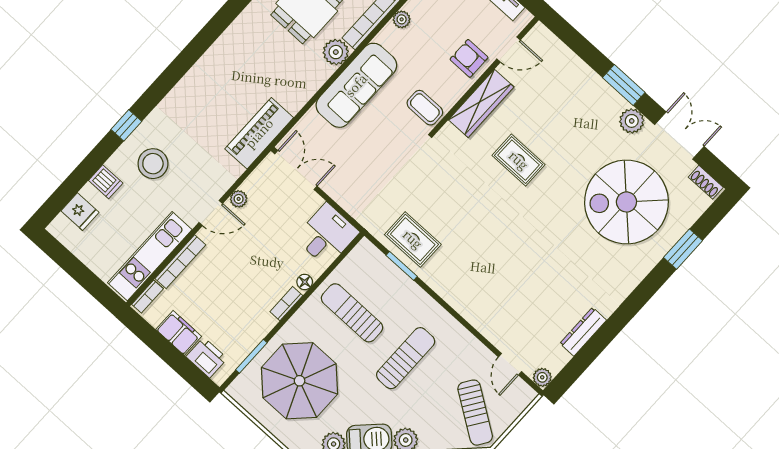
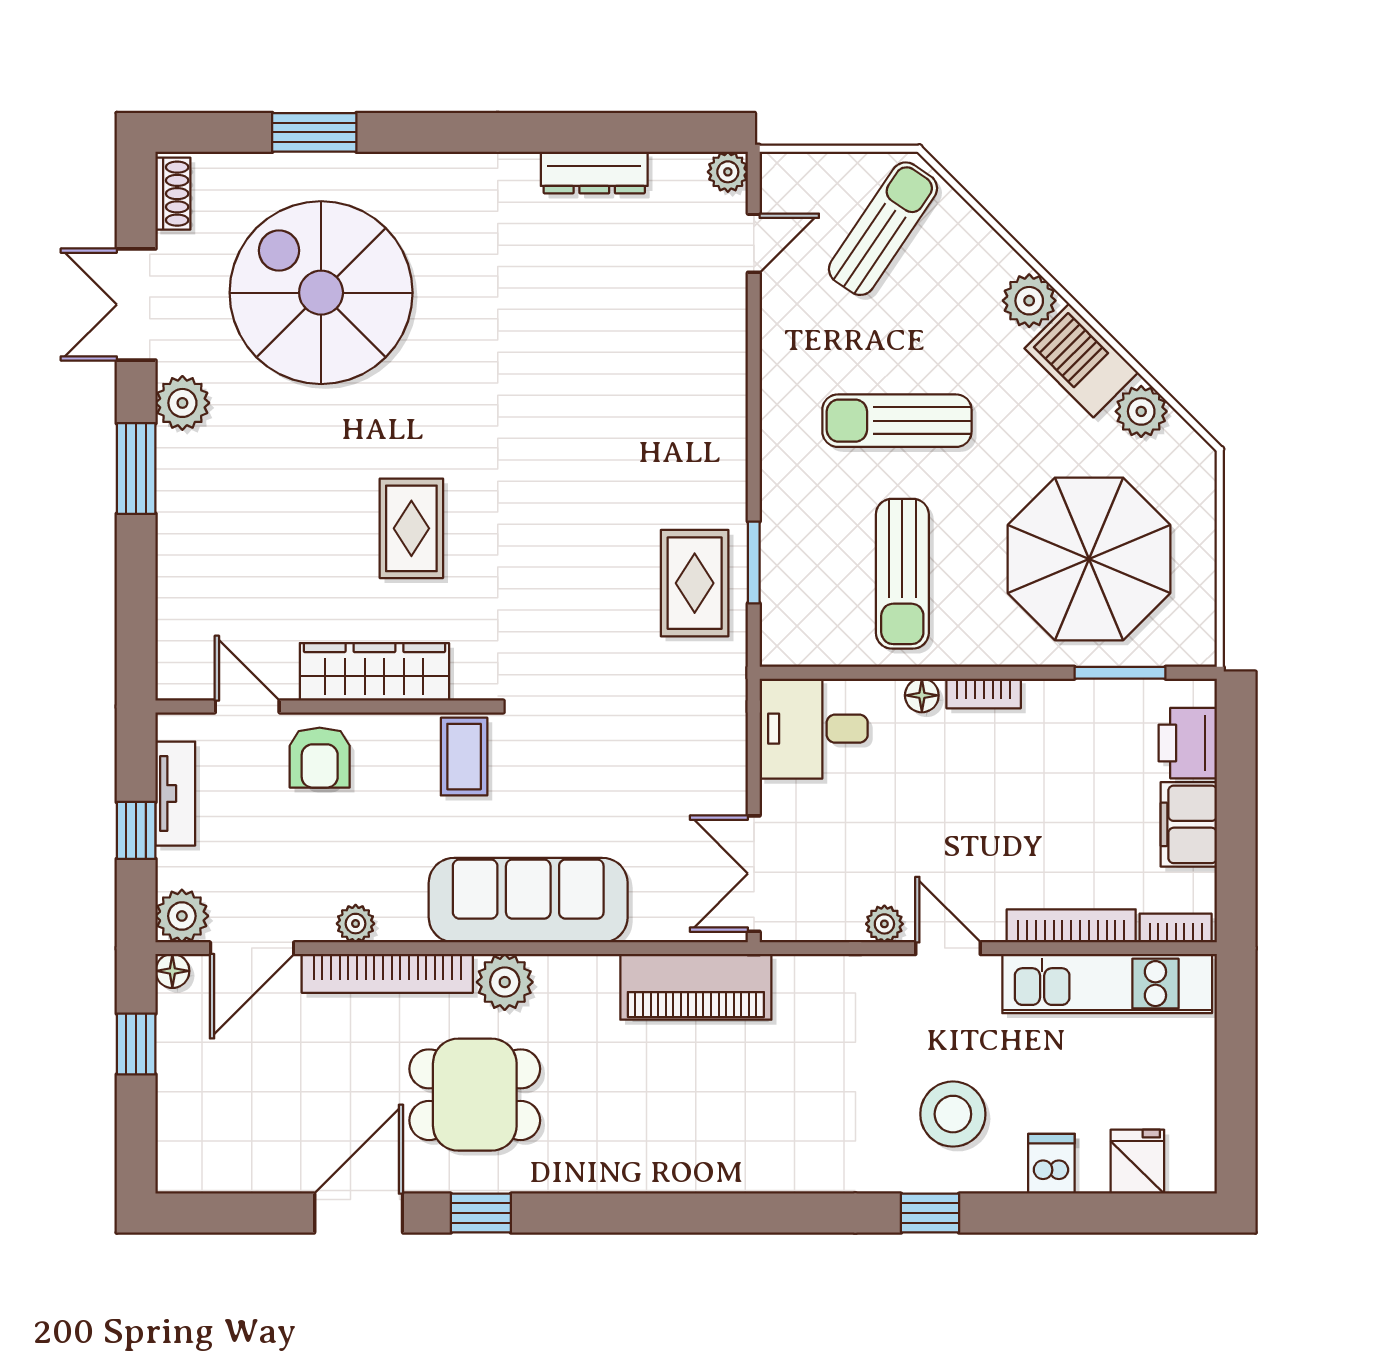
piano: (259, 133) -> (696, 987), moved
spiral stairs: (626, 202) -> (321, 293), turned 180

